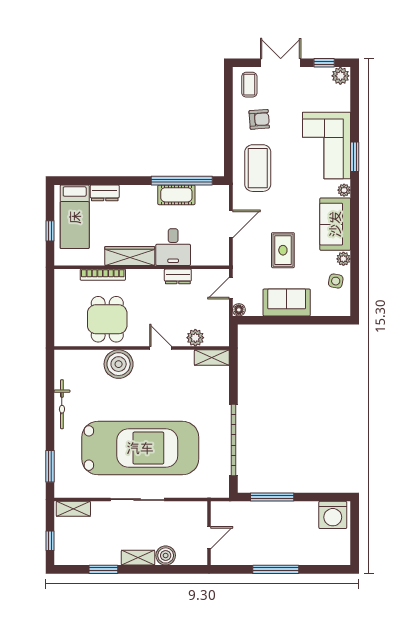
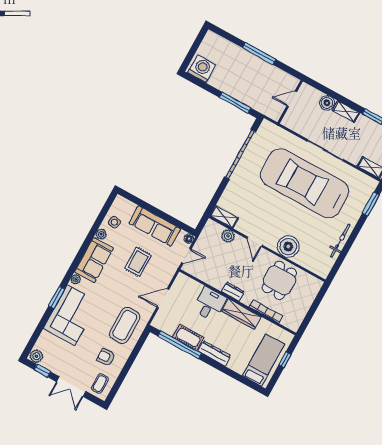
dresser: (105, 193) -> (214, 353), moved, width x1.44
dresser: (178, 276) -> (233, 292), moved
sofa: (287, 302) -> (155, 226), width x1.36

